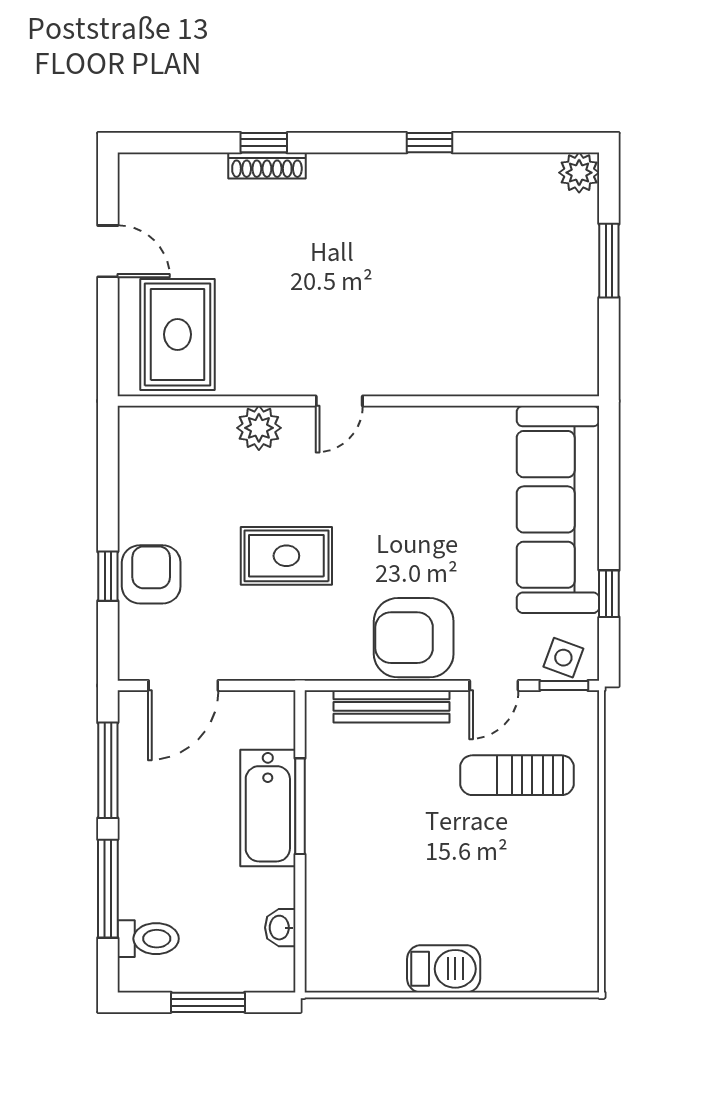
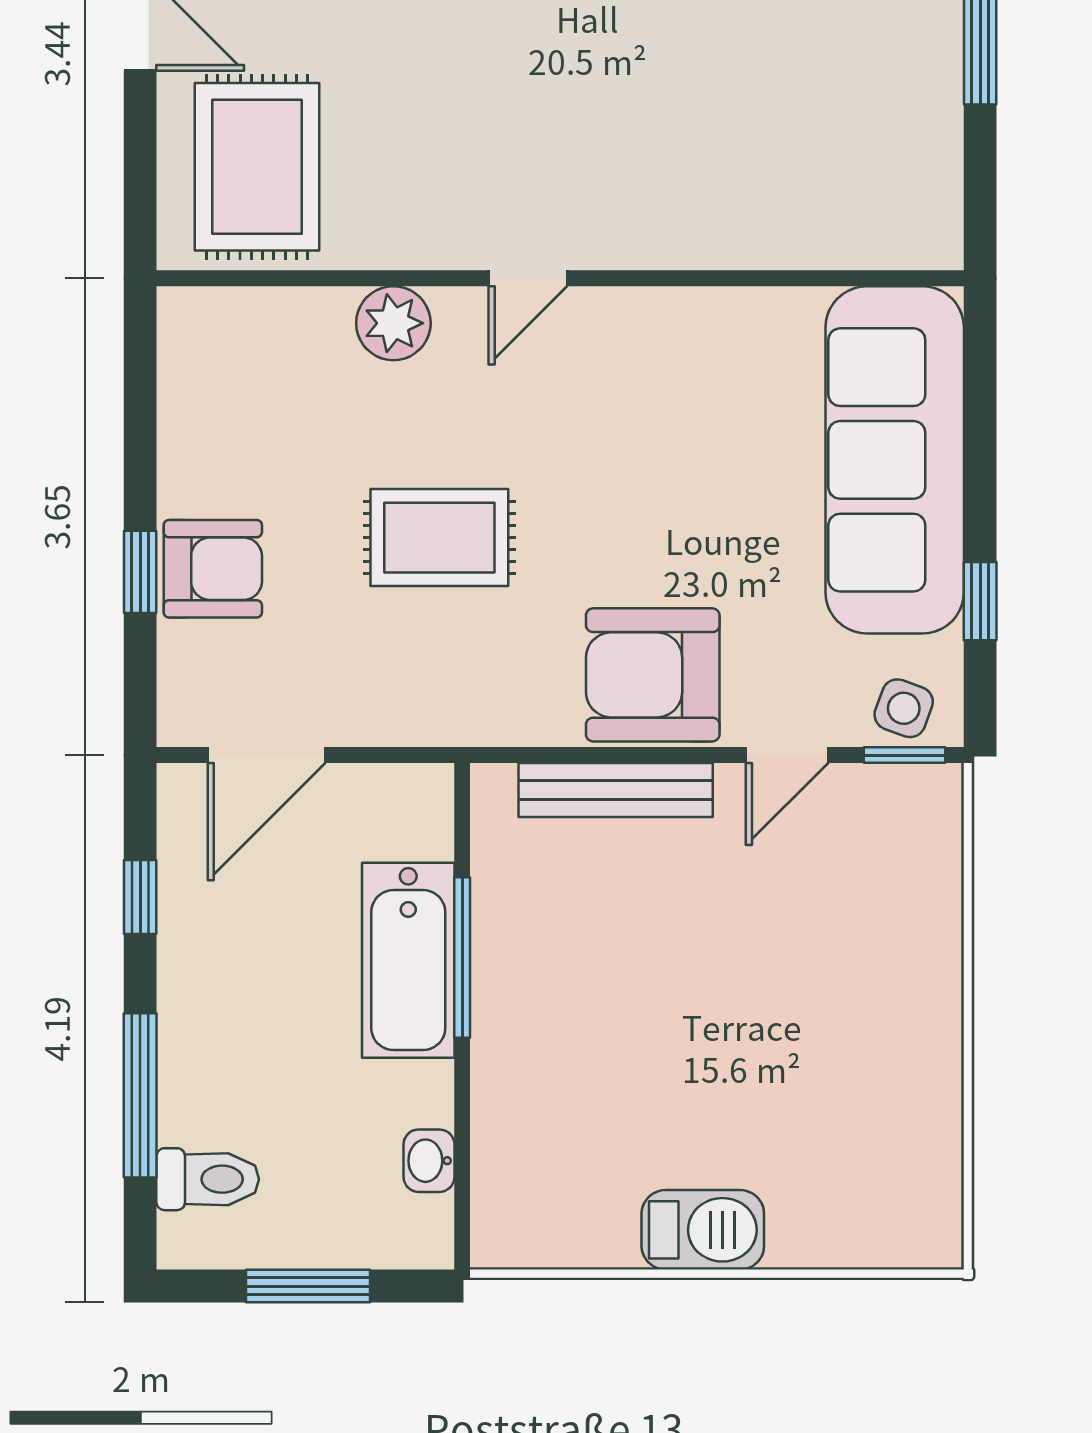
armchair: (151, 574) -> (213, 569), turned 90
window: (108, 770) -> (140, 897), width x0.46
sun lounger: (517, 775) -> (826, 905), removed

